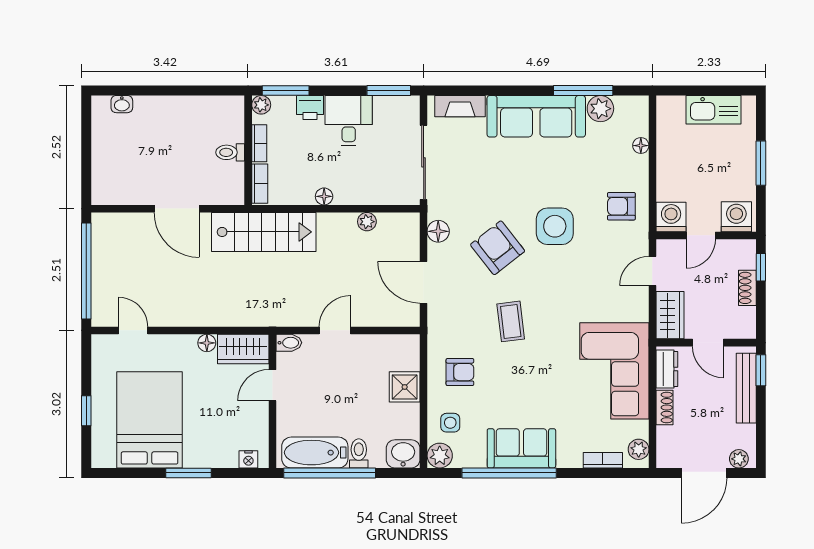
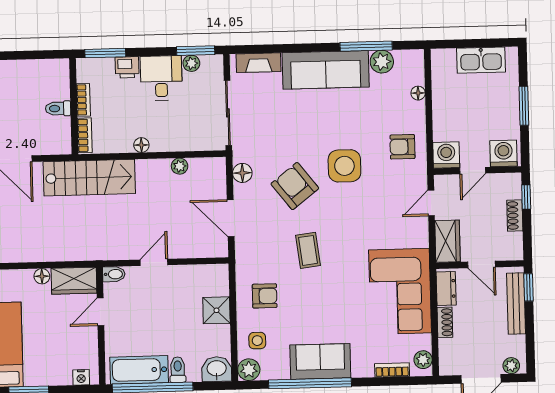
plant: (261, 105) -> (191, 63), moved

